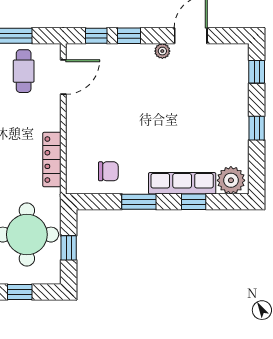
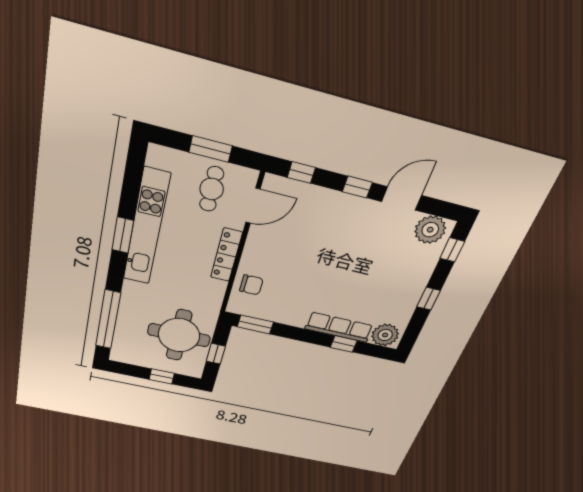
window: (129, 36) -> (357, 187), moved
plant: (162, 51) -> (430, 230), moved, width x1.88, depth x1.88
locker: (52, 160) -> (226, 255), moved
chair: (108, 171) -> (251, 285), moved
window: (139, 202) -> (255, 324), moved

